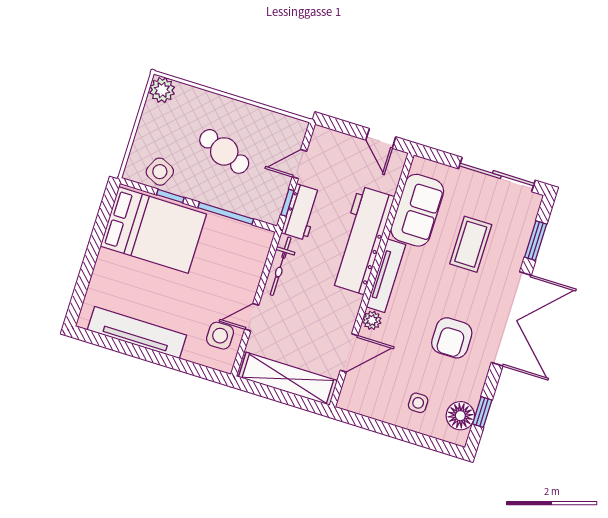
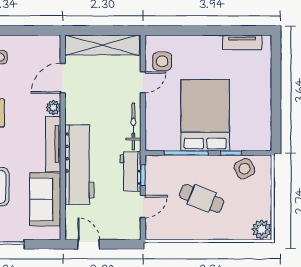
side table: (160, 172) -> (244, 169), turned 38
bed: (153, 230) -> (205, 115), moved, turned 90
tv unit: (137, 333) -> (242, 42), width x0.52, depth x0.78

